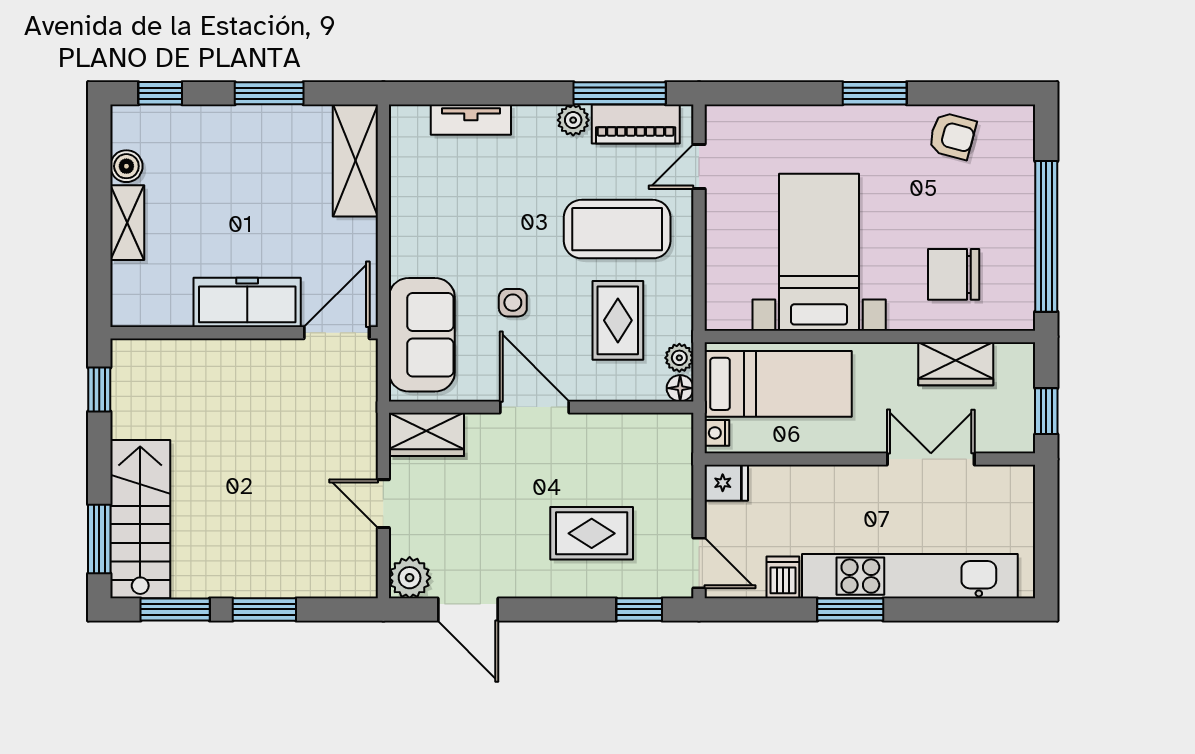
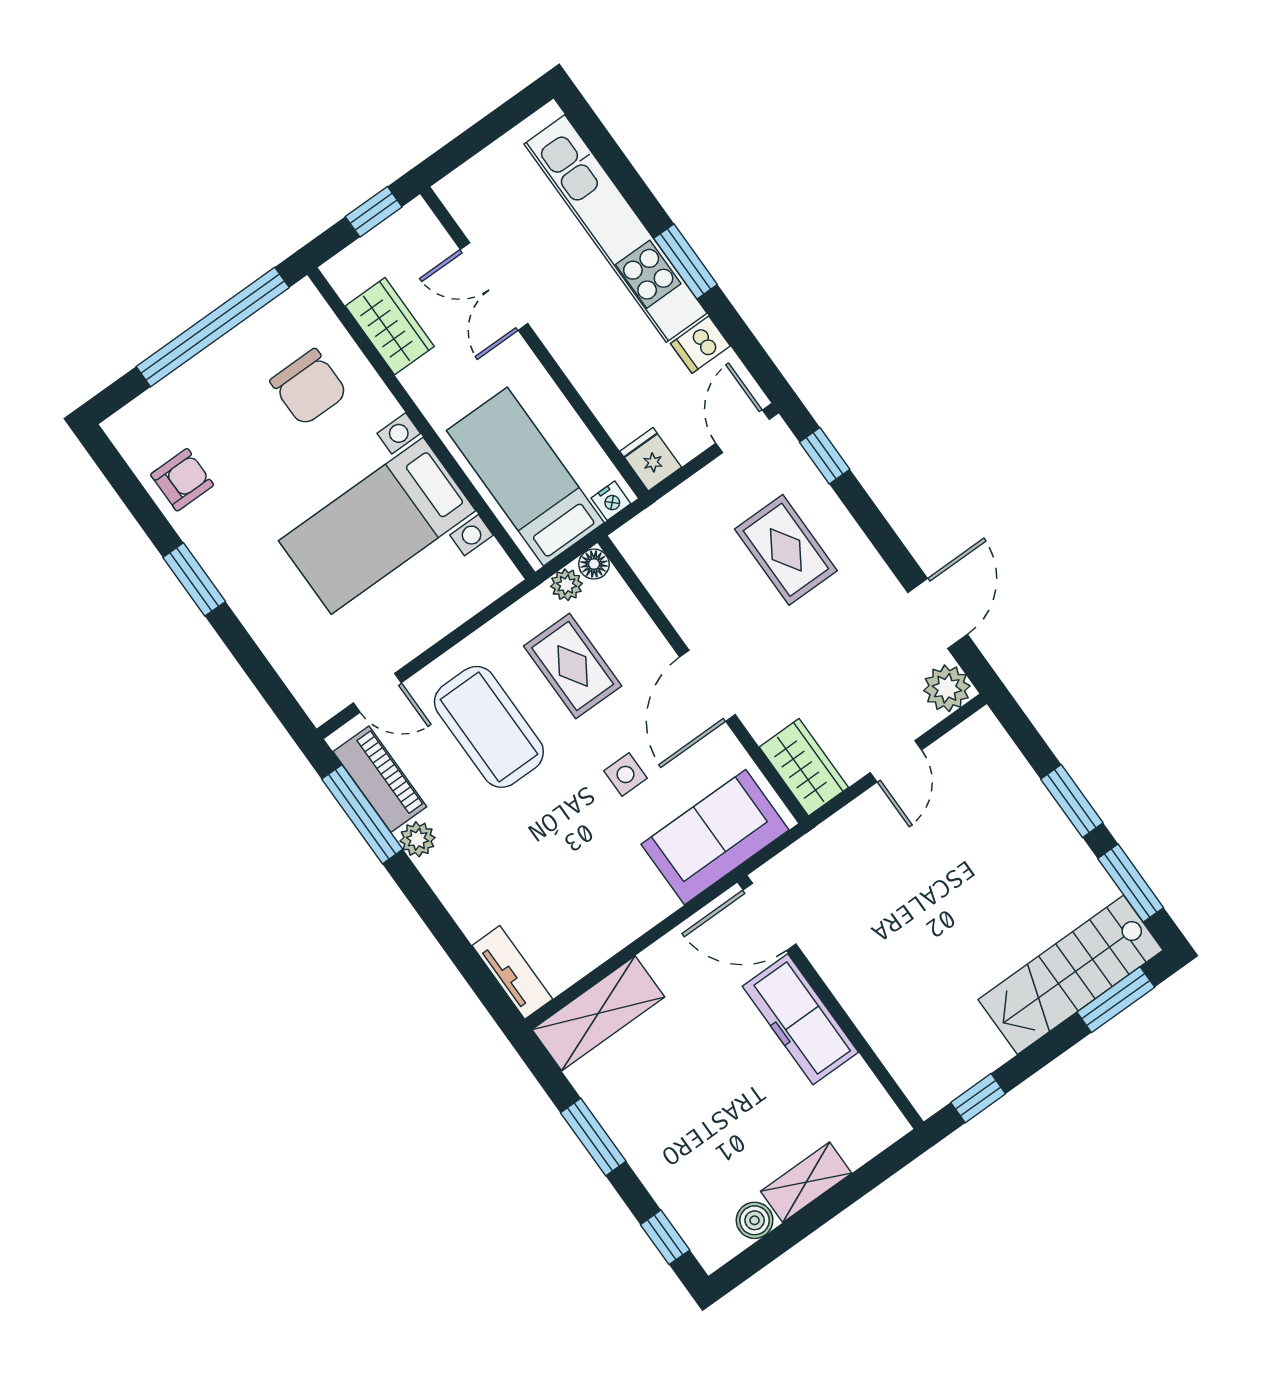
tv unit: (471, 120) -> (512, 972), moved
armchair: (952, 136) -> (182, 480), turned 75
rug: (618, 320) -> (573, 666), turned 90

